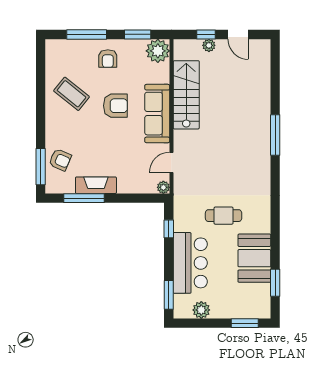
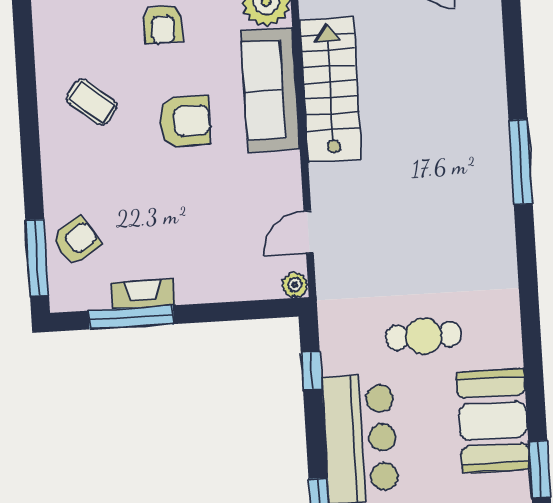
coffee table: (72, 94) -> (92, 102), width x0.73, depth x0.77
sofa: (157, 114) -> (270, 90), moved
armchair: (60, 160) -> (77, 241), turned -57
fireplace: (96, 185) -> (143, 294), width x0.73, depth x0.76

